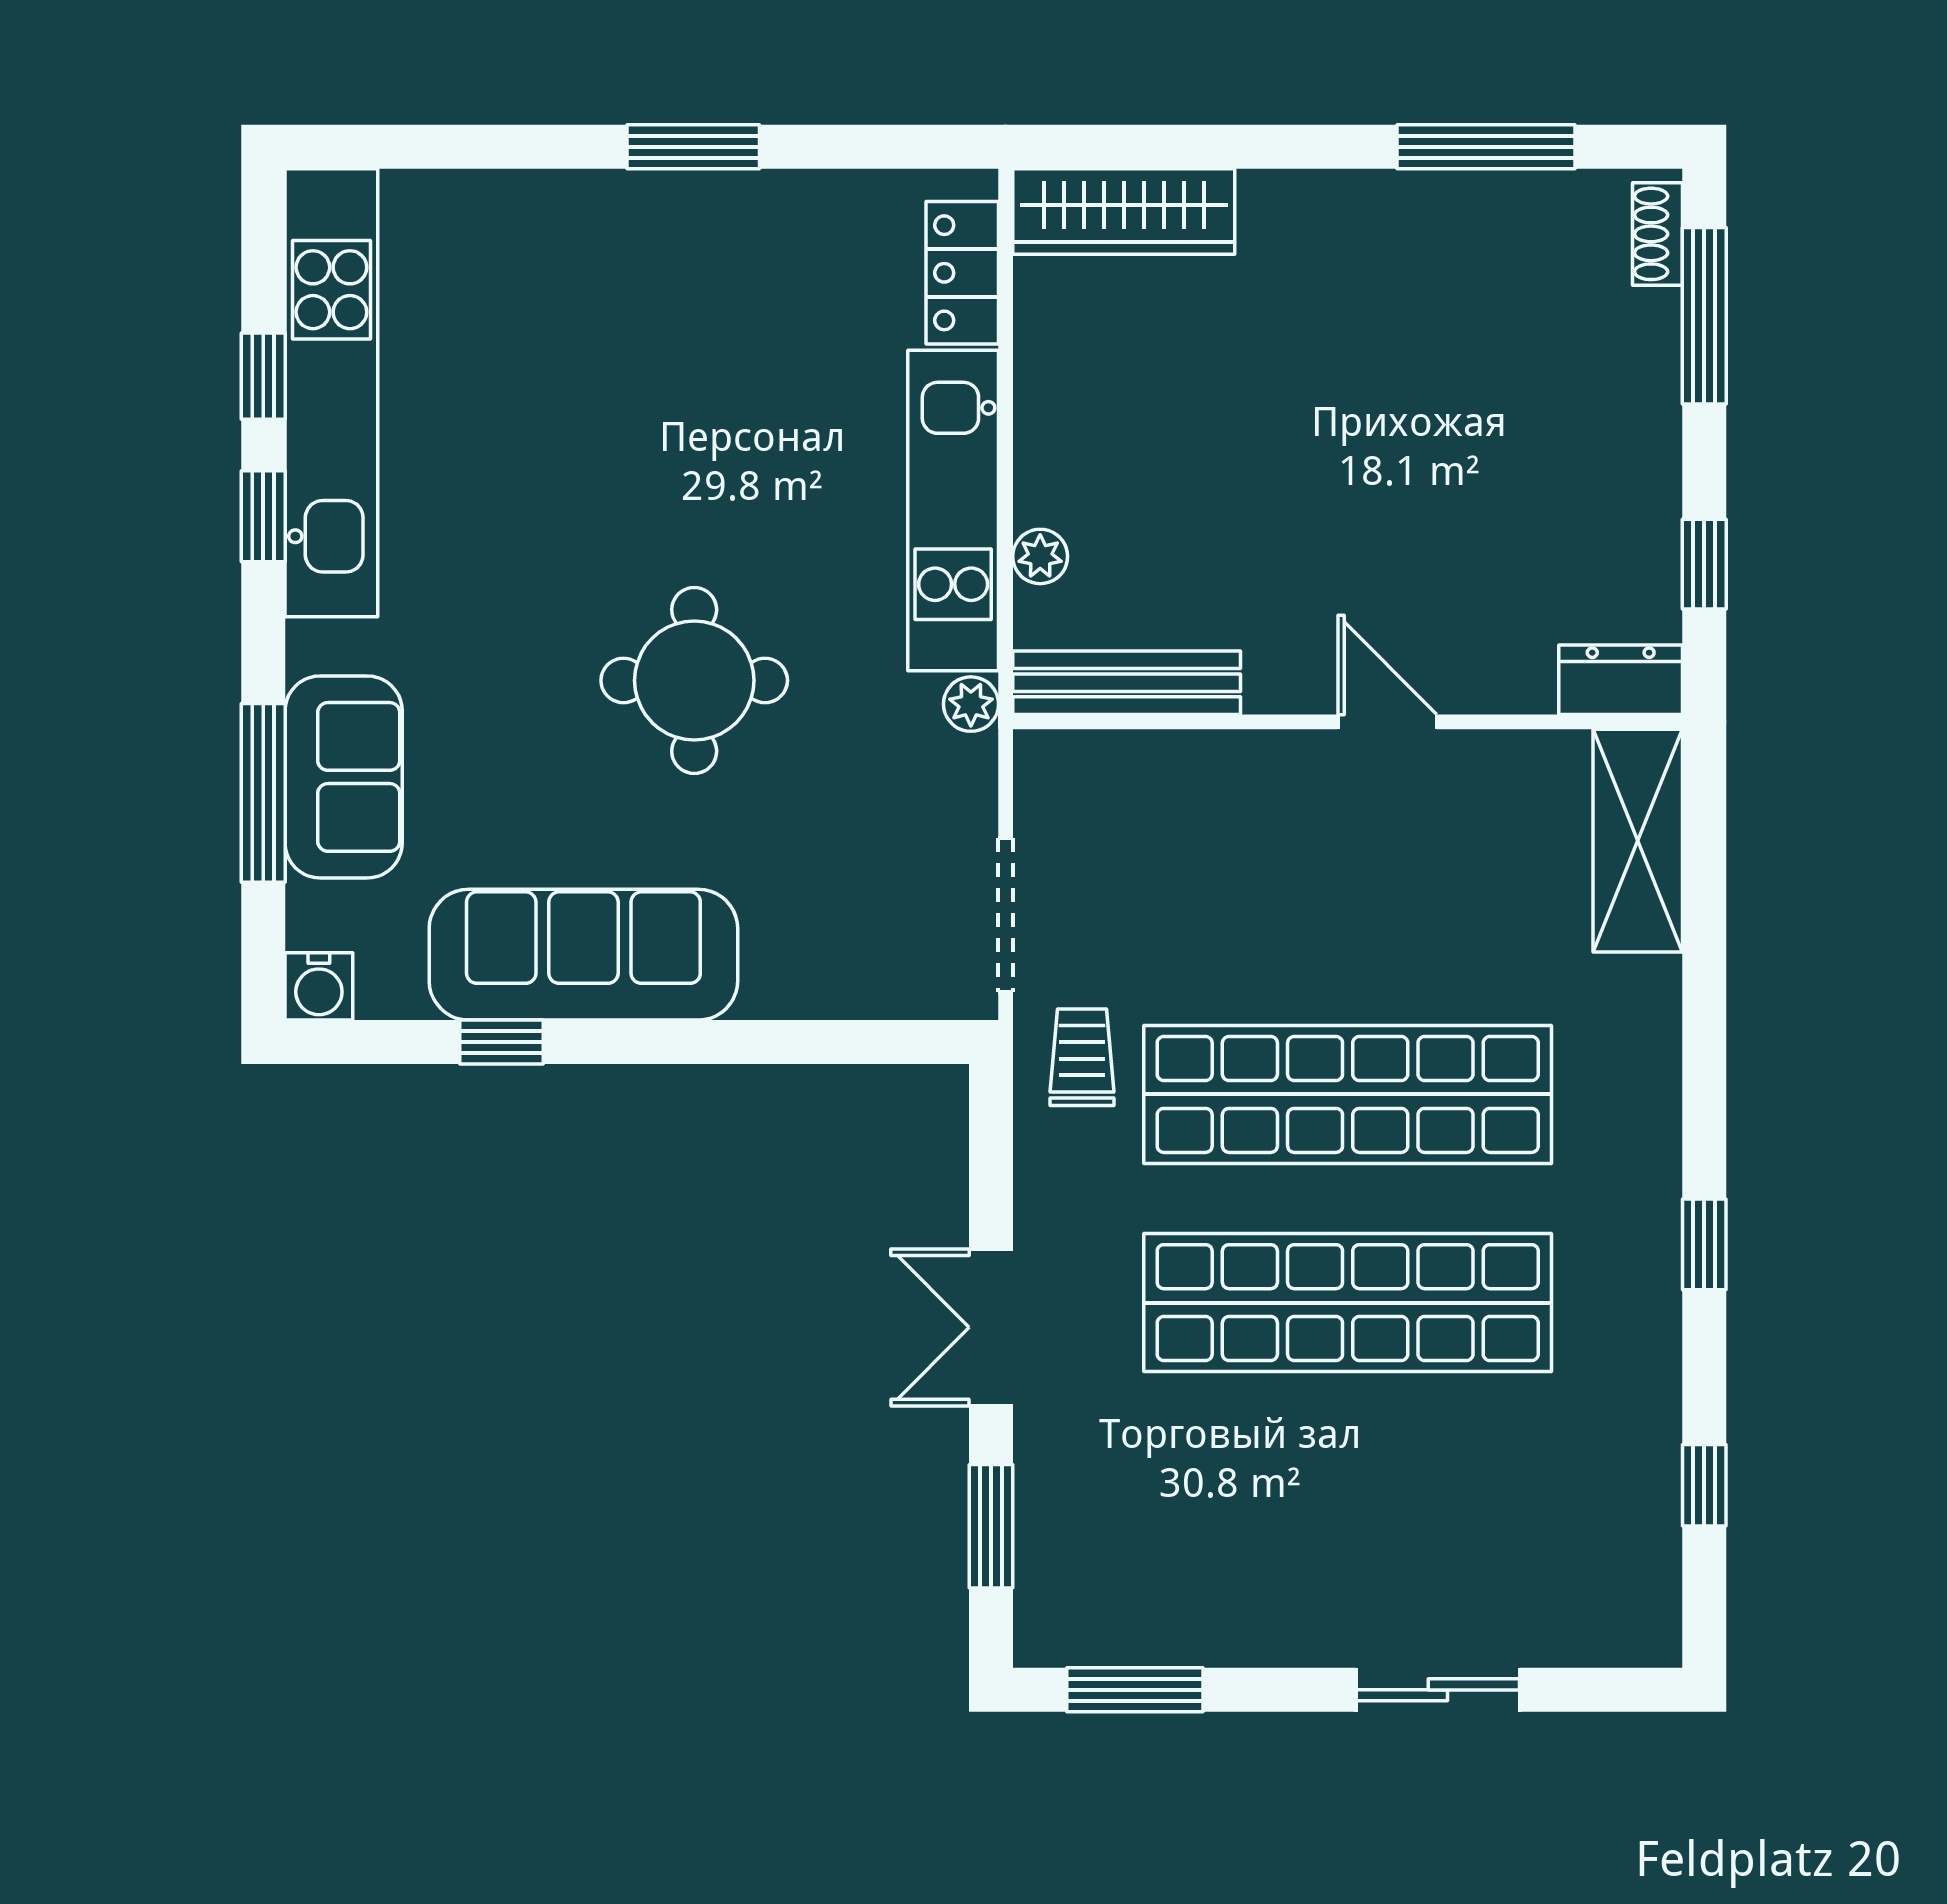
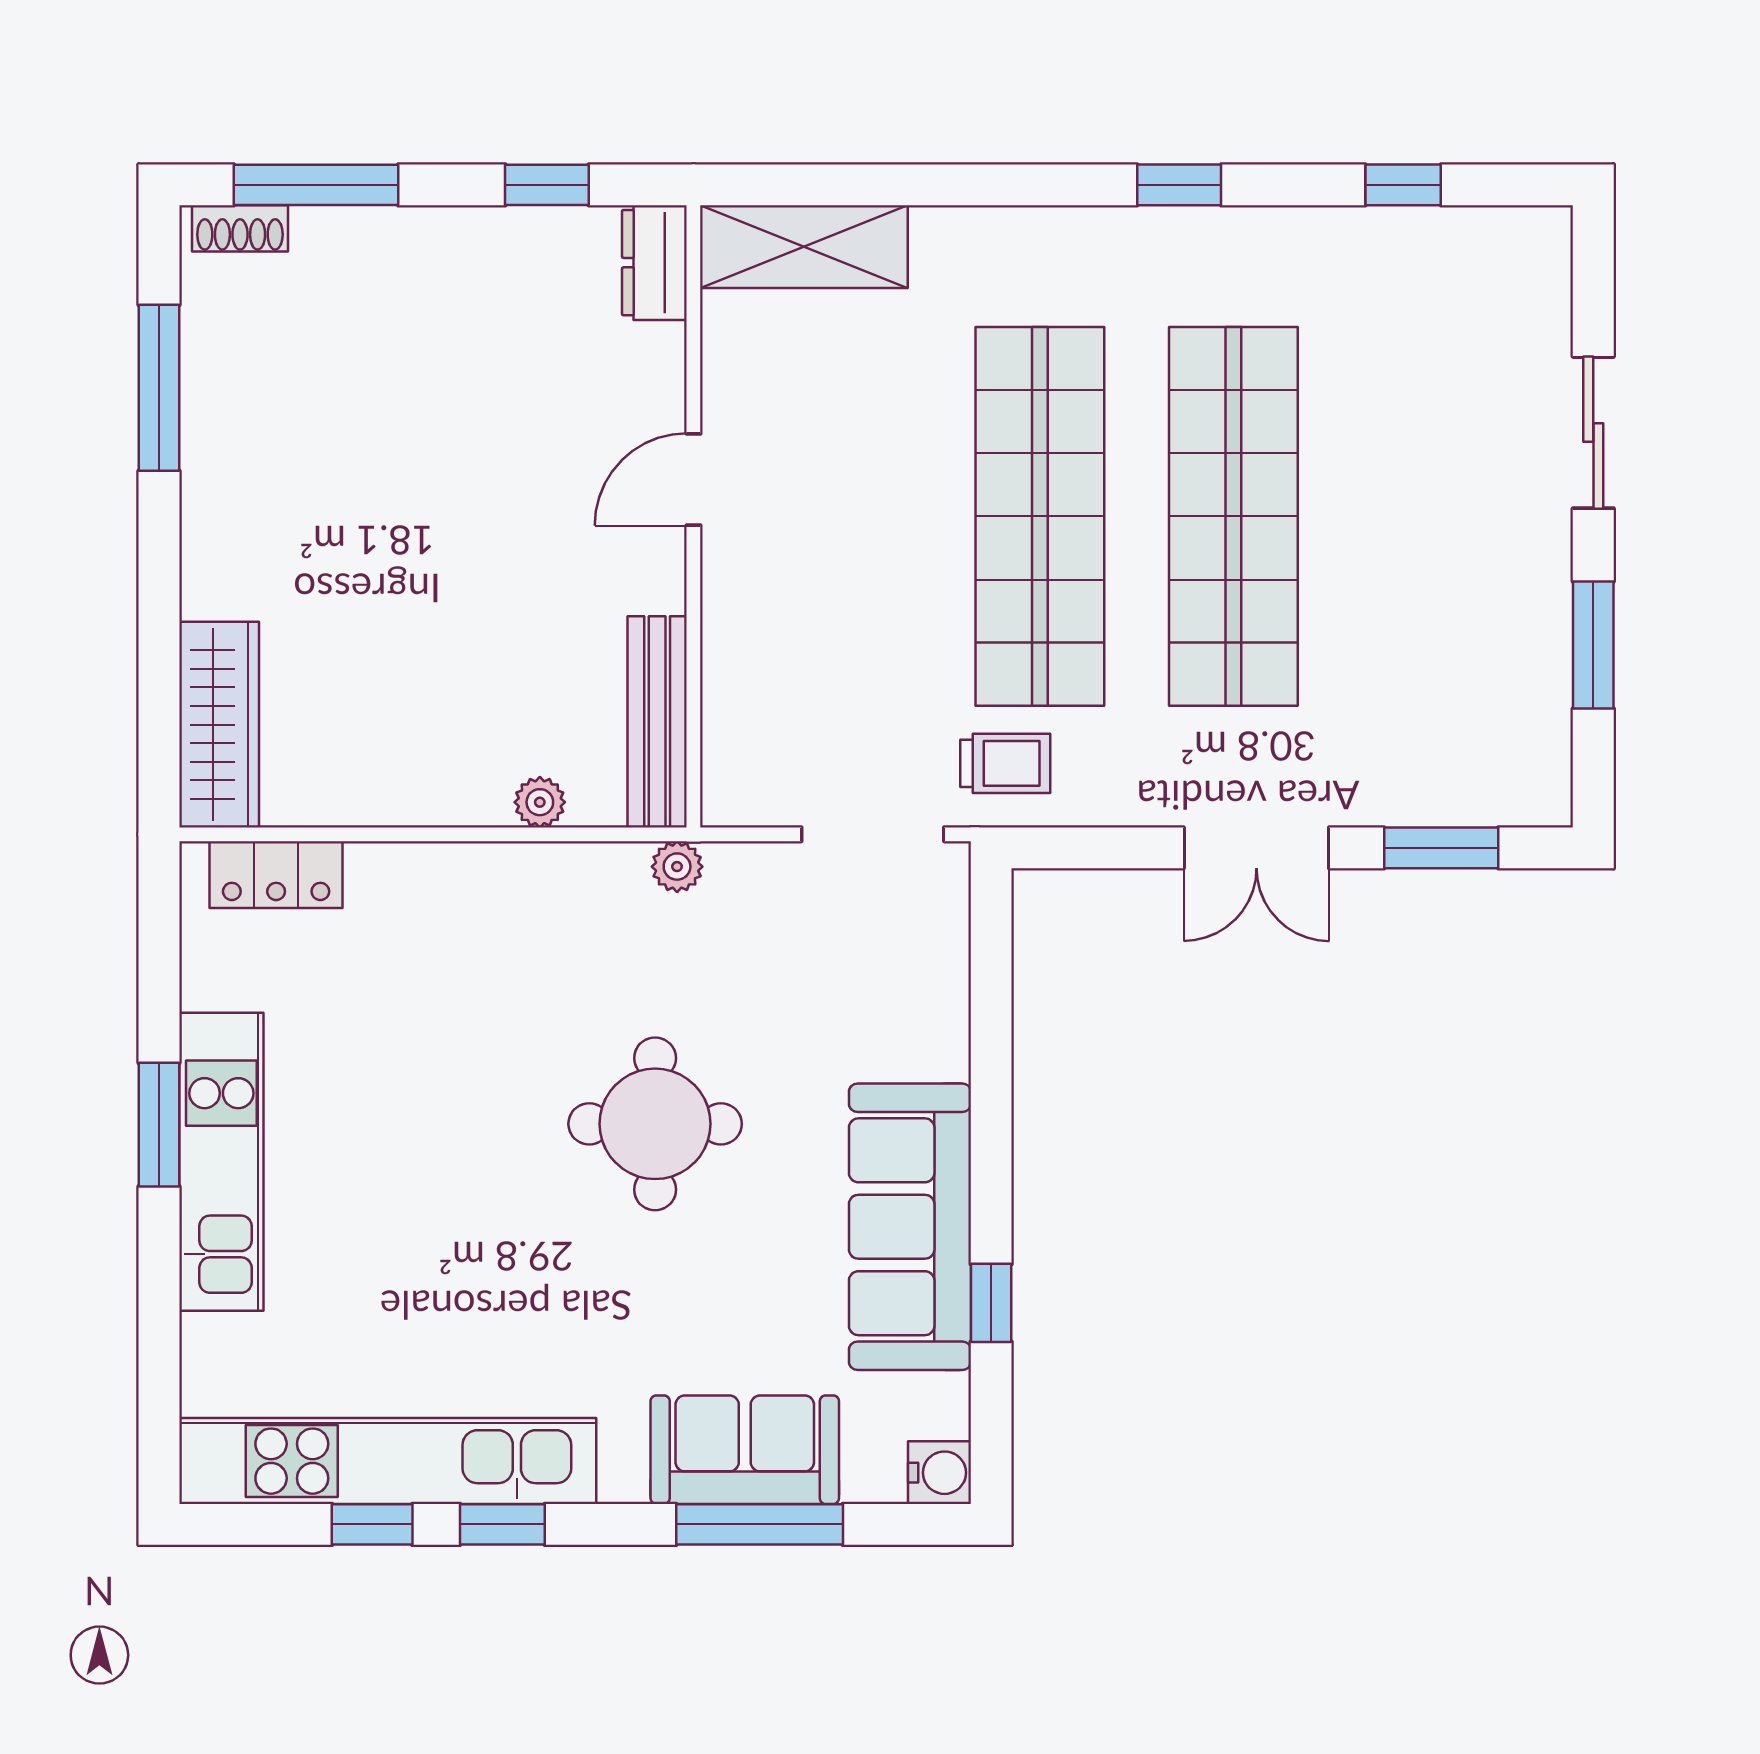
kitchen unit: (953, 510) -> (221, 1162), moved, turned -90
trolley: (1082, 1057) -> (1005, 763), turned 180
window: (1135, 1690) -> (1593, 645), moved

